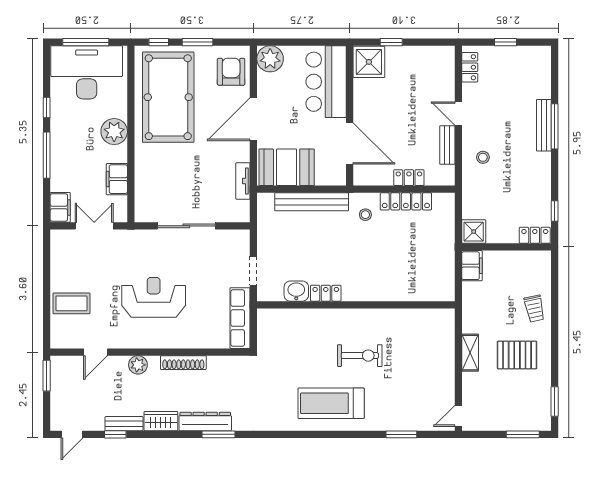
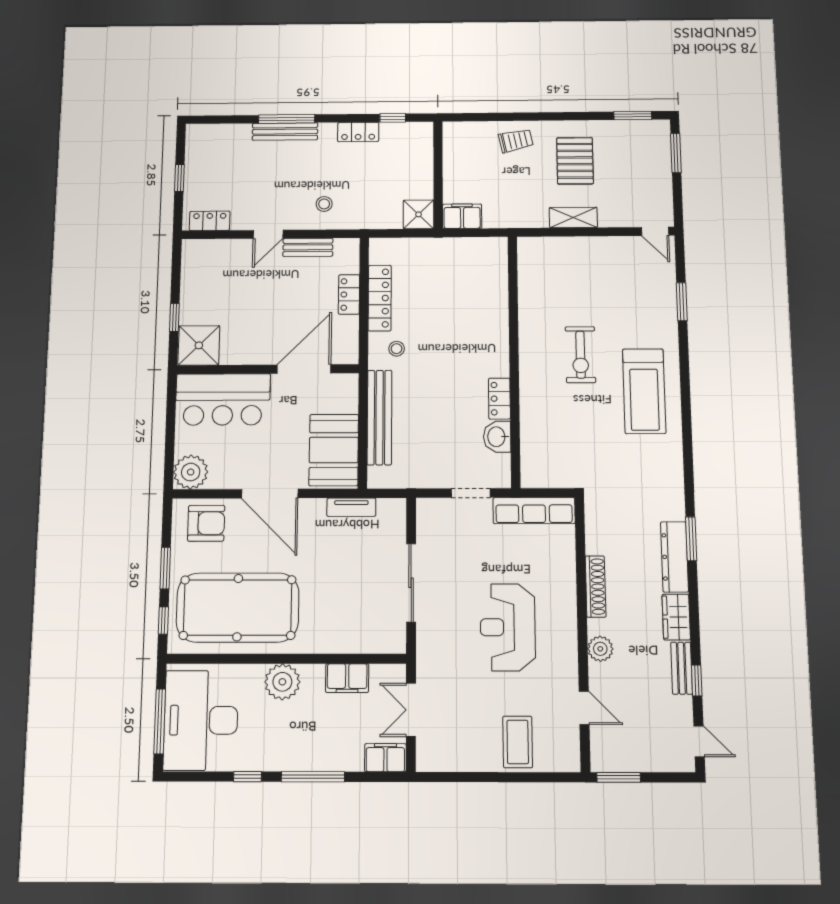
armchair: (231, 72) -> (206, 523), turned 180
locker: (535, 235) -> (358, 132), moved, turned -90
exercise bike: (360, 356) -> (580, 355), turned 180

